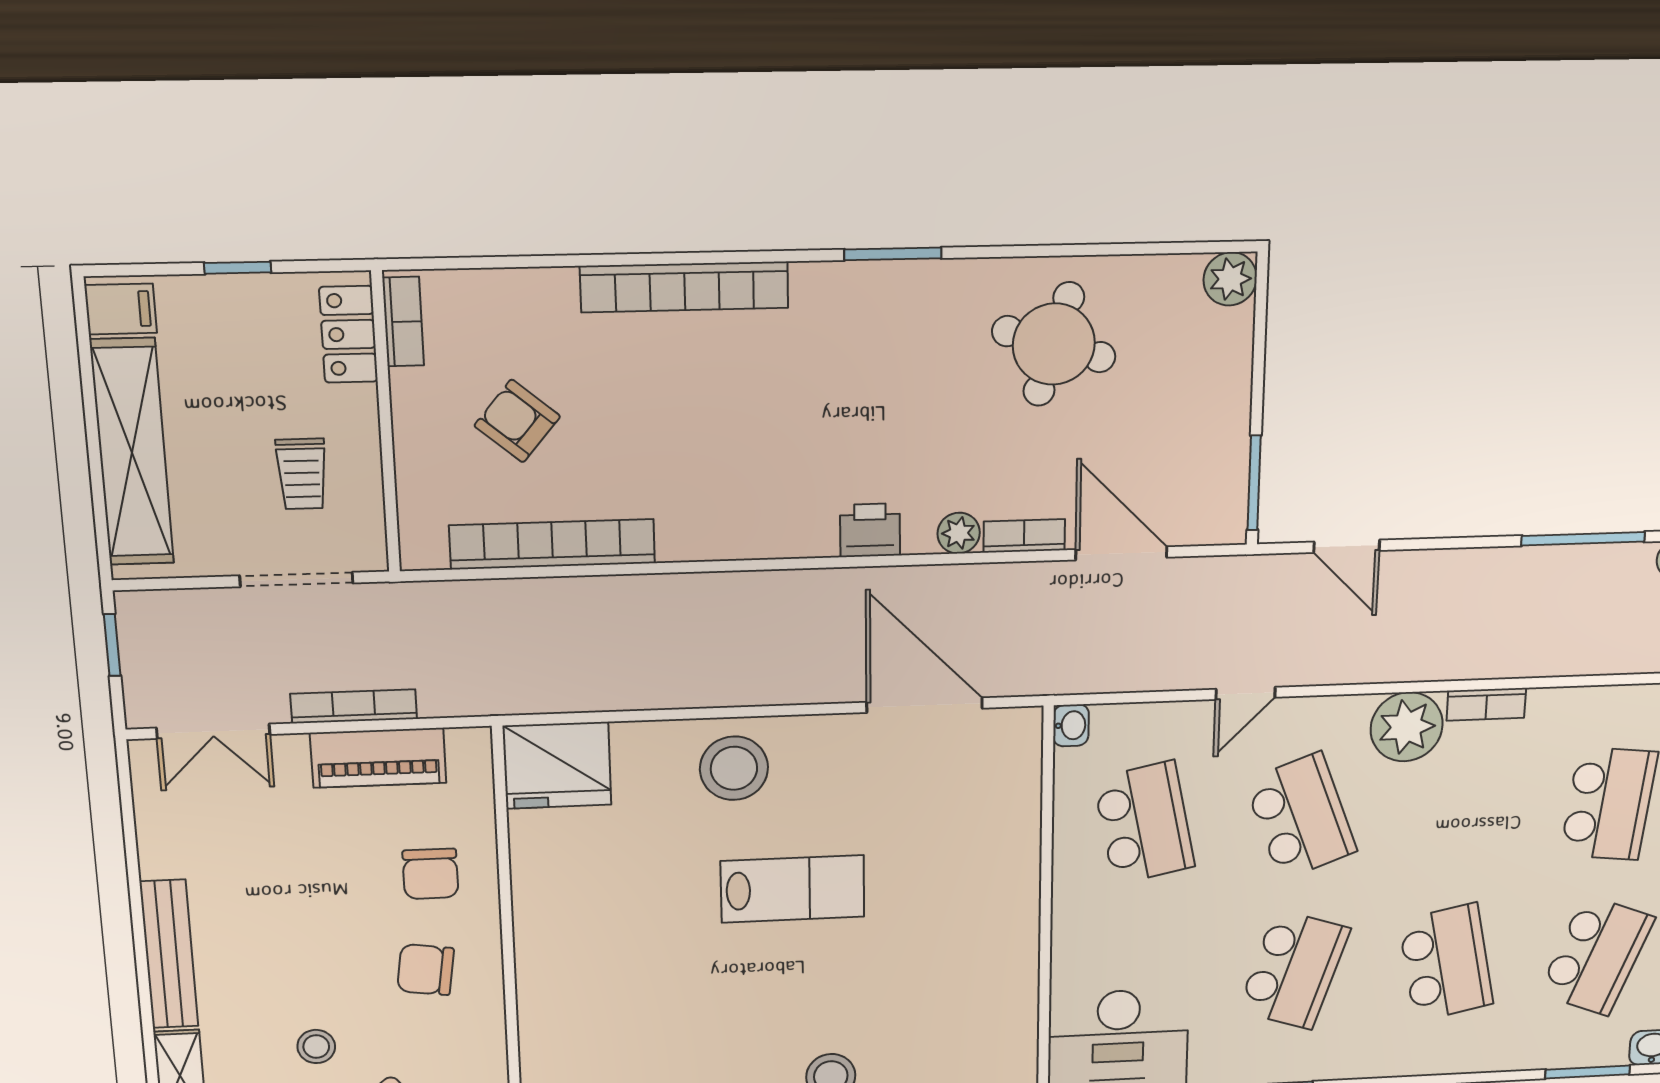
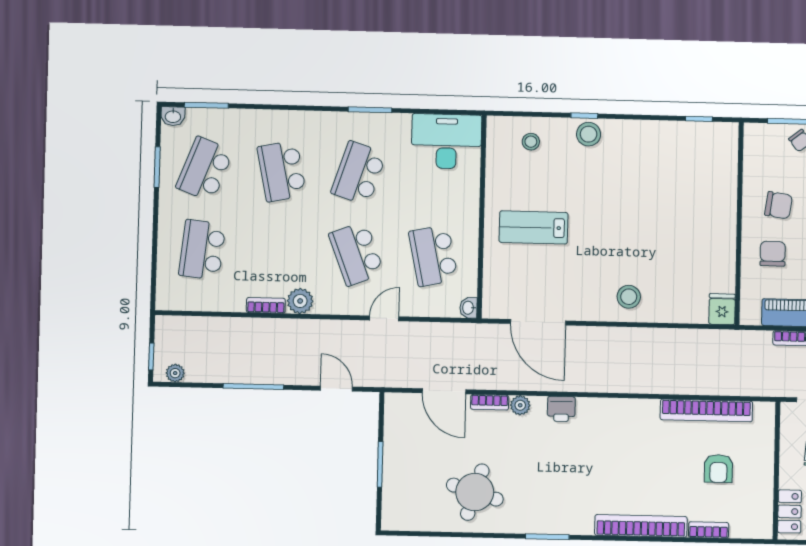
plant: (1230, 279) -> (393, 518), removed
bookcase: (403, 322) -> (709, 530), moved, turned 90
armchair: (517, 421) -> (718, 469), turned 50
window: (1254, 483) -> (380, 464), moved
window: (1583, 539) -> (253, 387), moved
plant: (1407, 727) -> (300, 301), width x0.73, depth x0.73
fridge: (557, 765) -> (722, 309), width x0.53, depth x0.75
stool: (734, 768) -> (629, 297), width x0.73, depth x0.73
lab bench: (793, 889) -> (534, 227), moved
stool: (948, 1053) -> (531, 142), added

